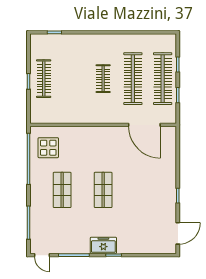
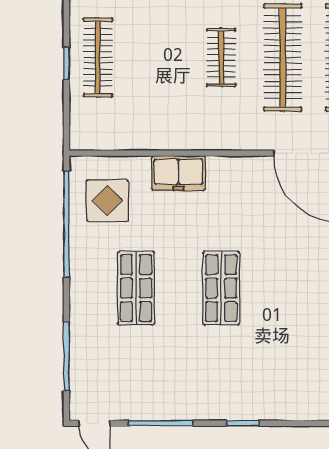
freezer: (103, 245) -> (178, 173), moved, turned 180

